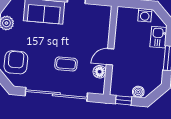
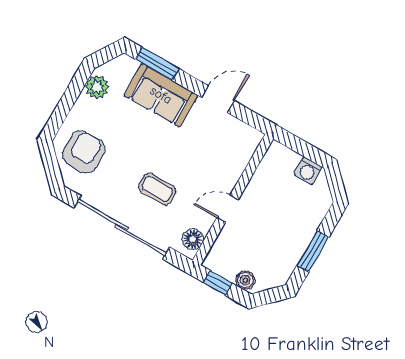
kitchen sink: (158, 37) -> (313, 213), removed
floor lamp: (100, 72) -> (193, 239), moved

